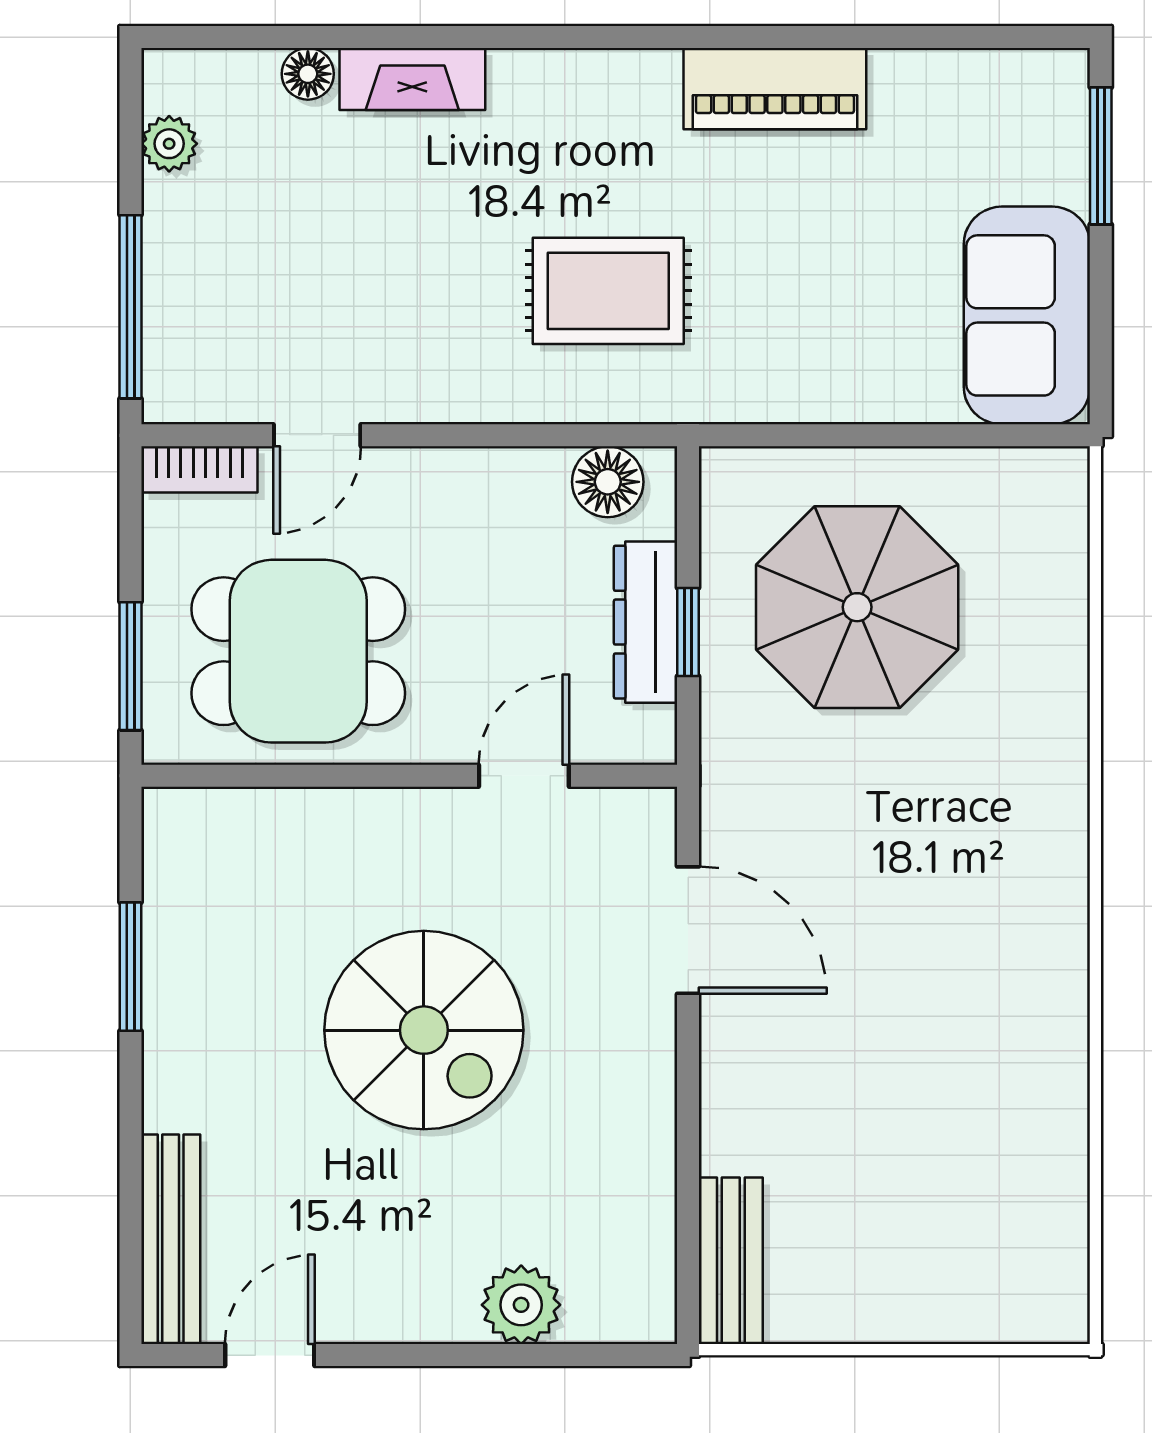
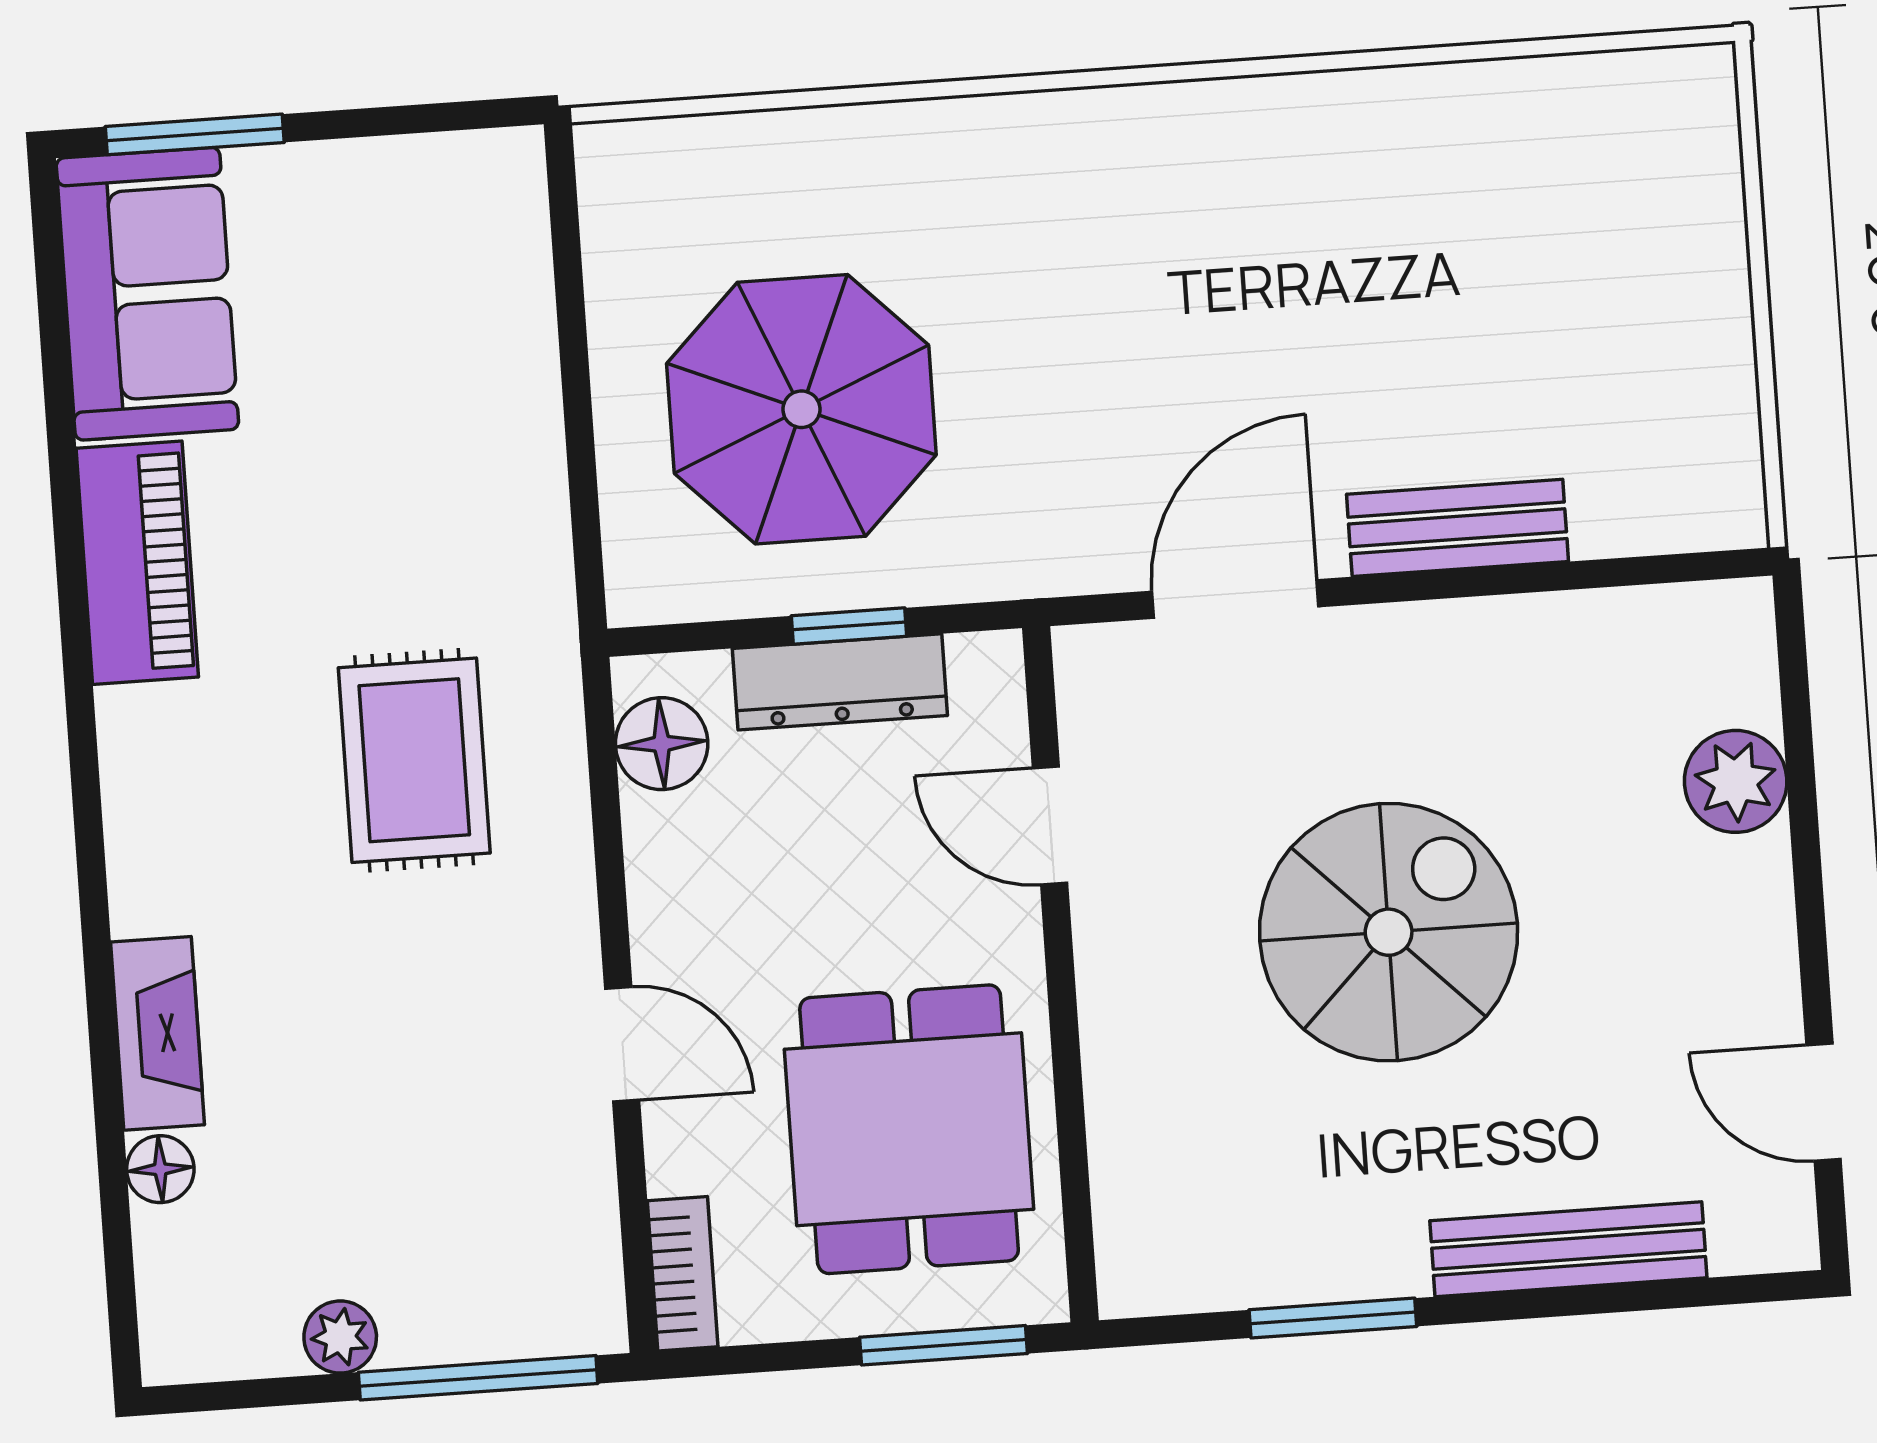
plant: (169, 144) -> (340, 1337), moved
sofa: (1027, 315) -> (147, 294), moved, turned -90
door: (317, 435) -> (622, 1044), moved
bench: (171, 1239) -> (1568, 1249), moved
bench: (731, 1261) -> (1457, 528), moved

